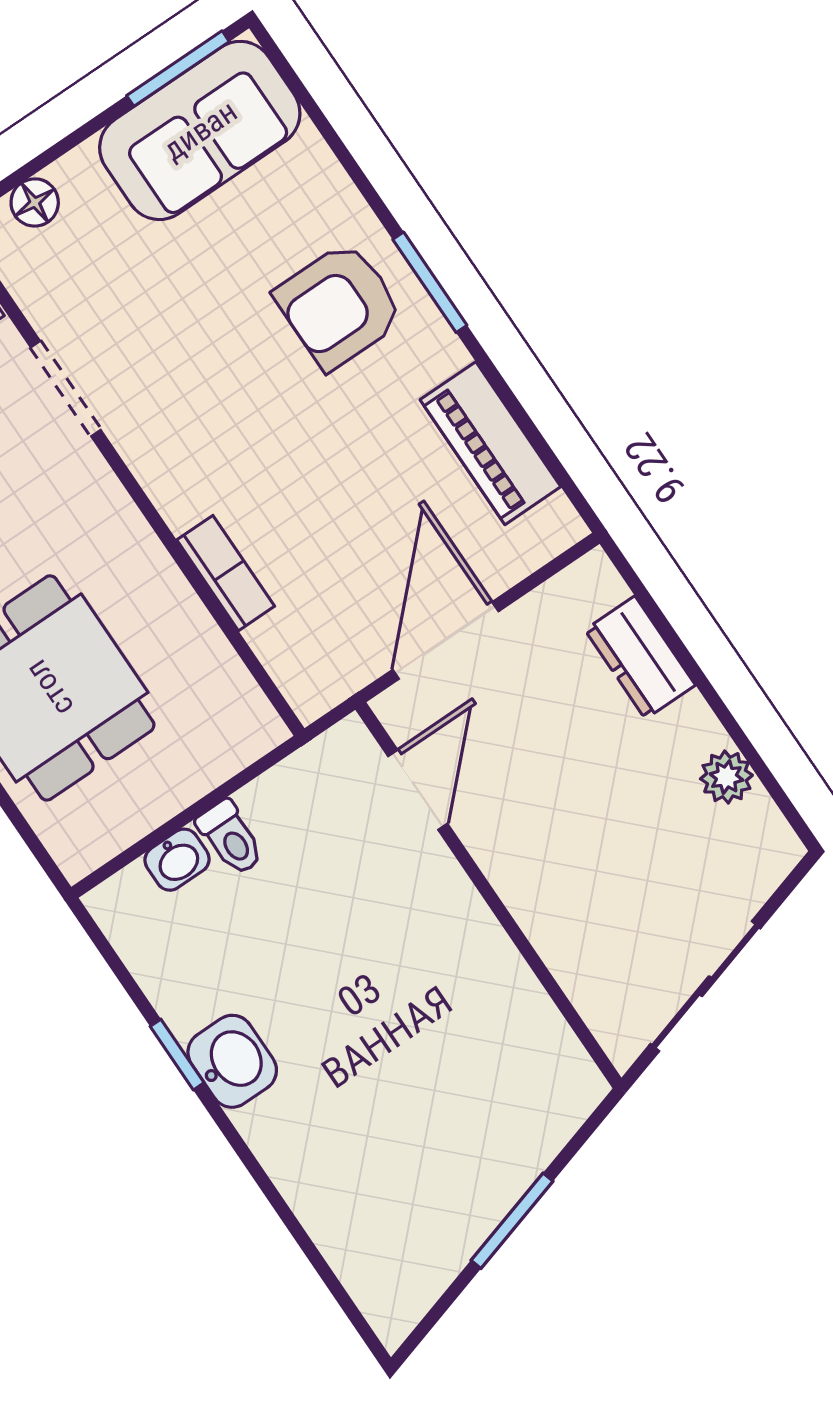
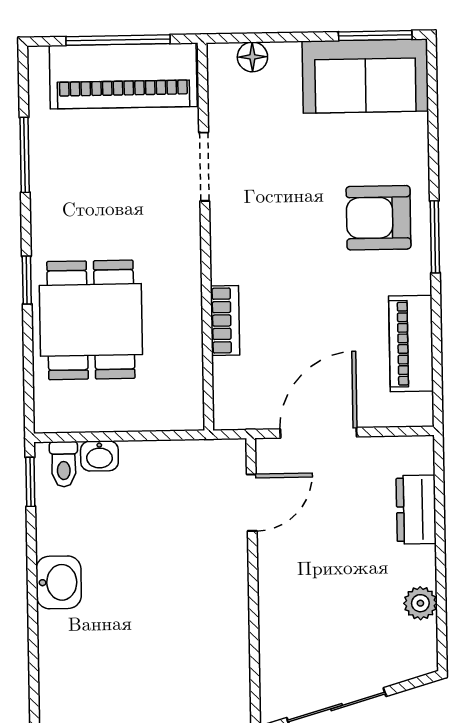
toilet: (231, 838) -> (64, 464), moved
window: (177, 1055) -> (30, 482), moved

